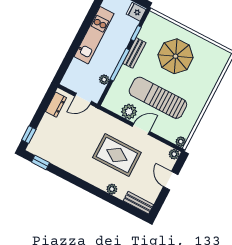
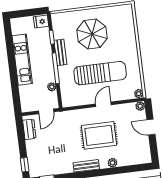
sun lounger: (158, 98) -> (100, 73), turned 180
plant: (129, 112) -> (86, 98), removed
bench: (138, 203) -> (86, 166), moved

